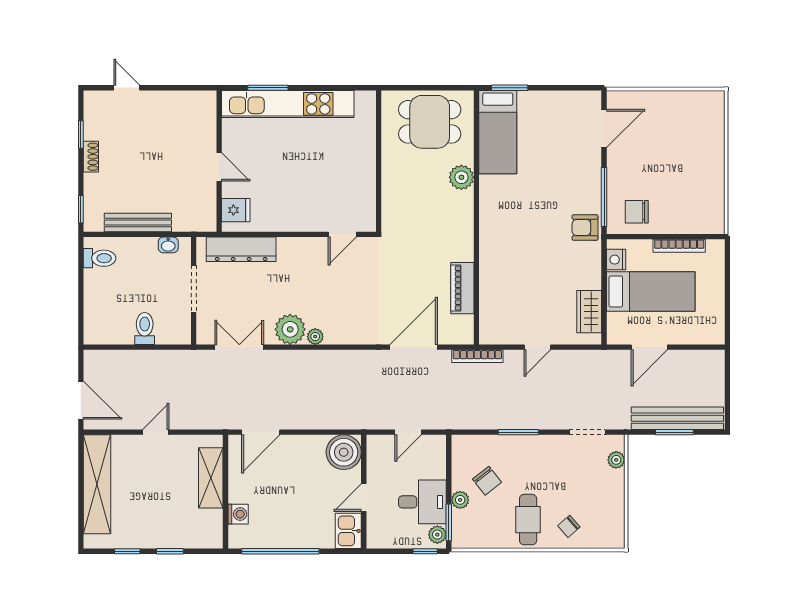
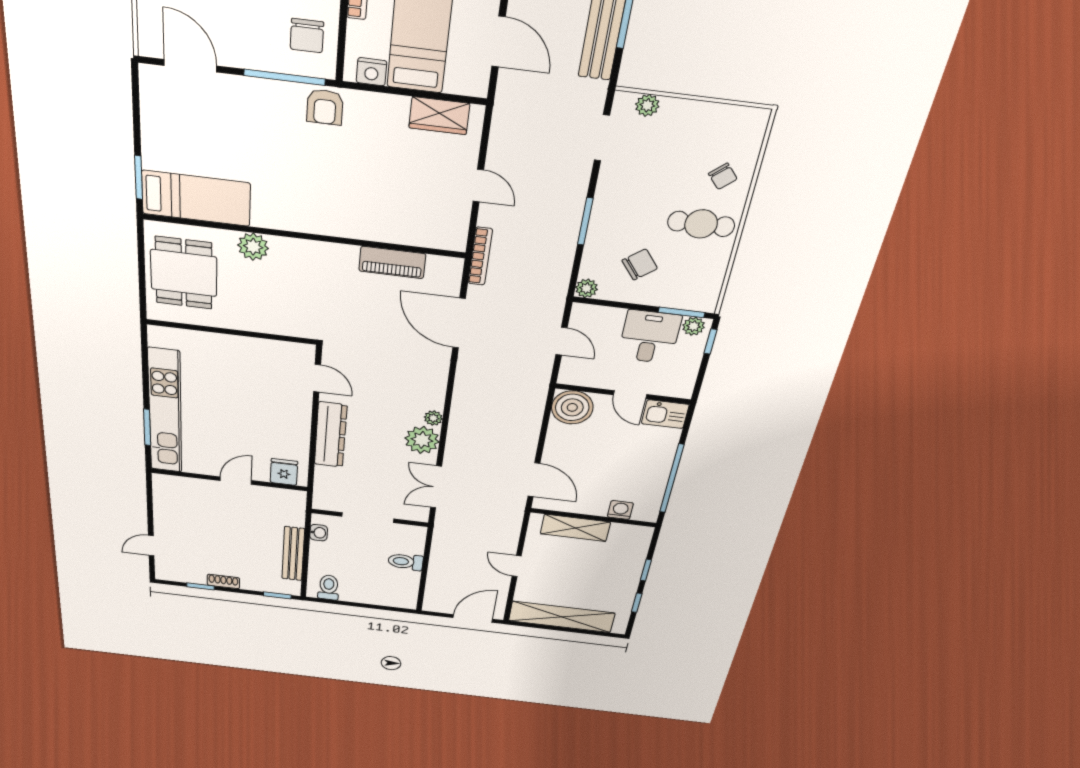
dresser: (241, 249) -> (331, 435), moved
plant: (460, 500) -> (587, 288), moved

